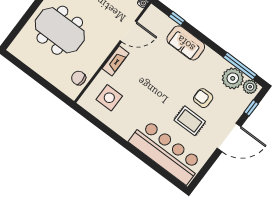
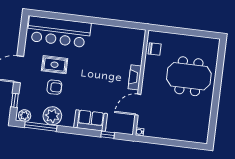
plant: (233, 78) -> (52, 116), moved
side table: (109, 98) -> (124, 48), removed

